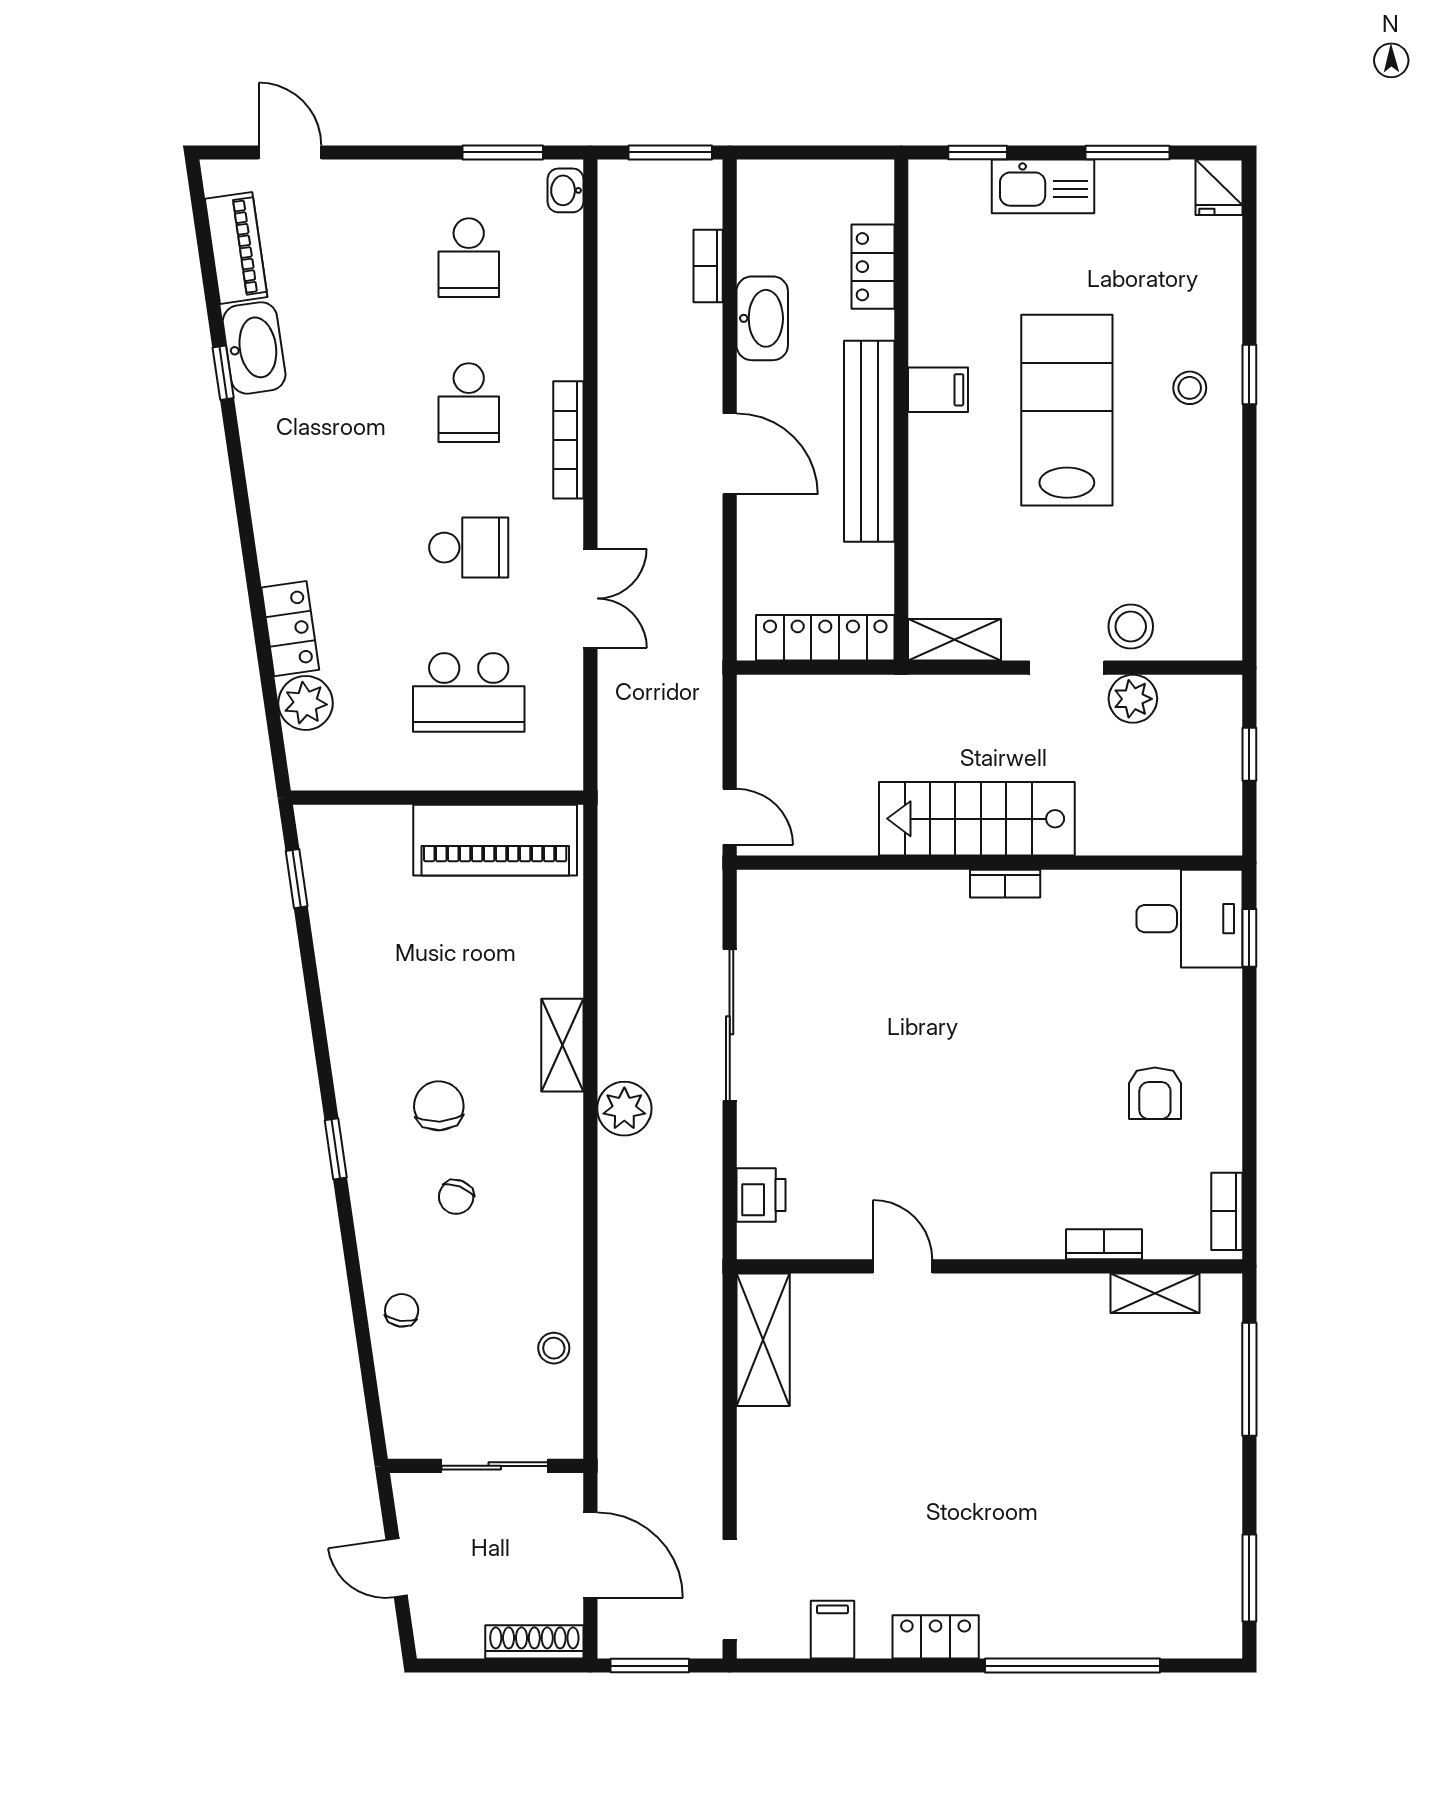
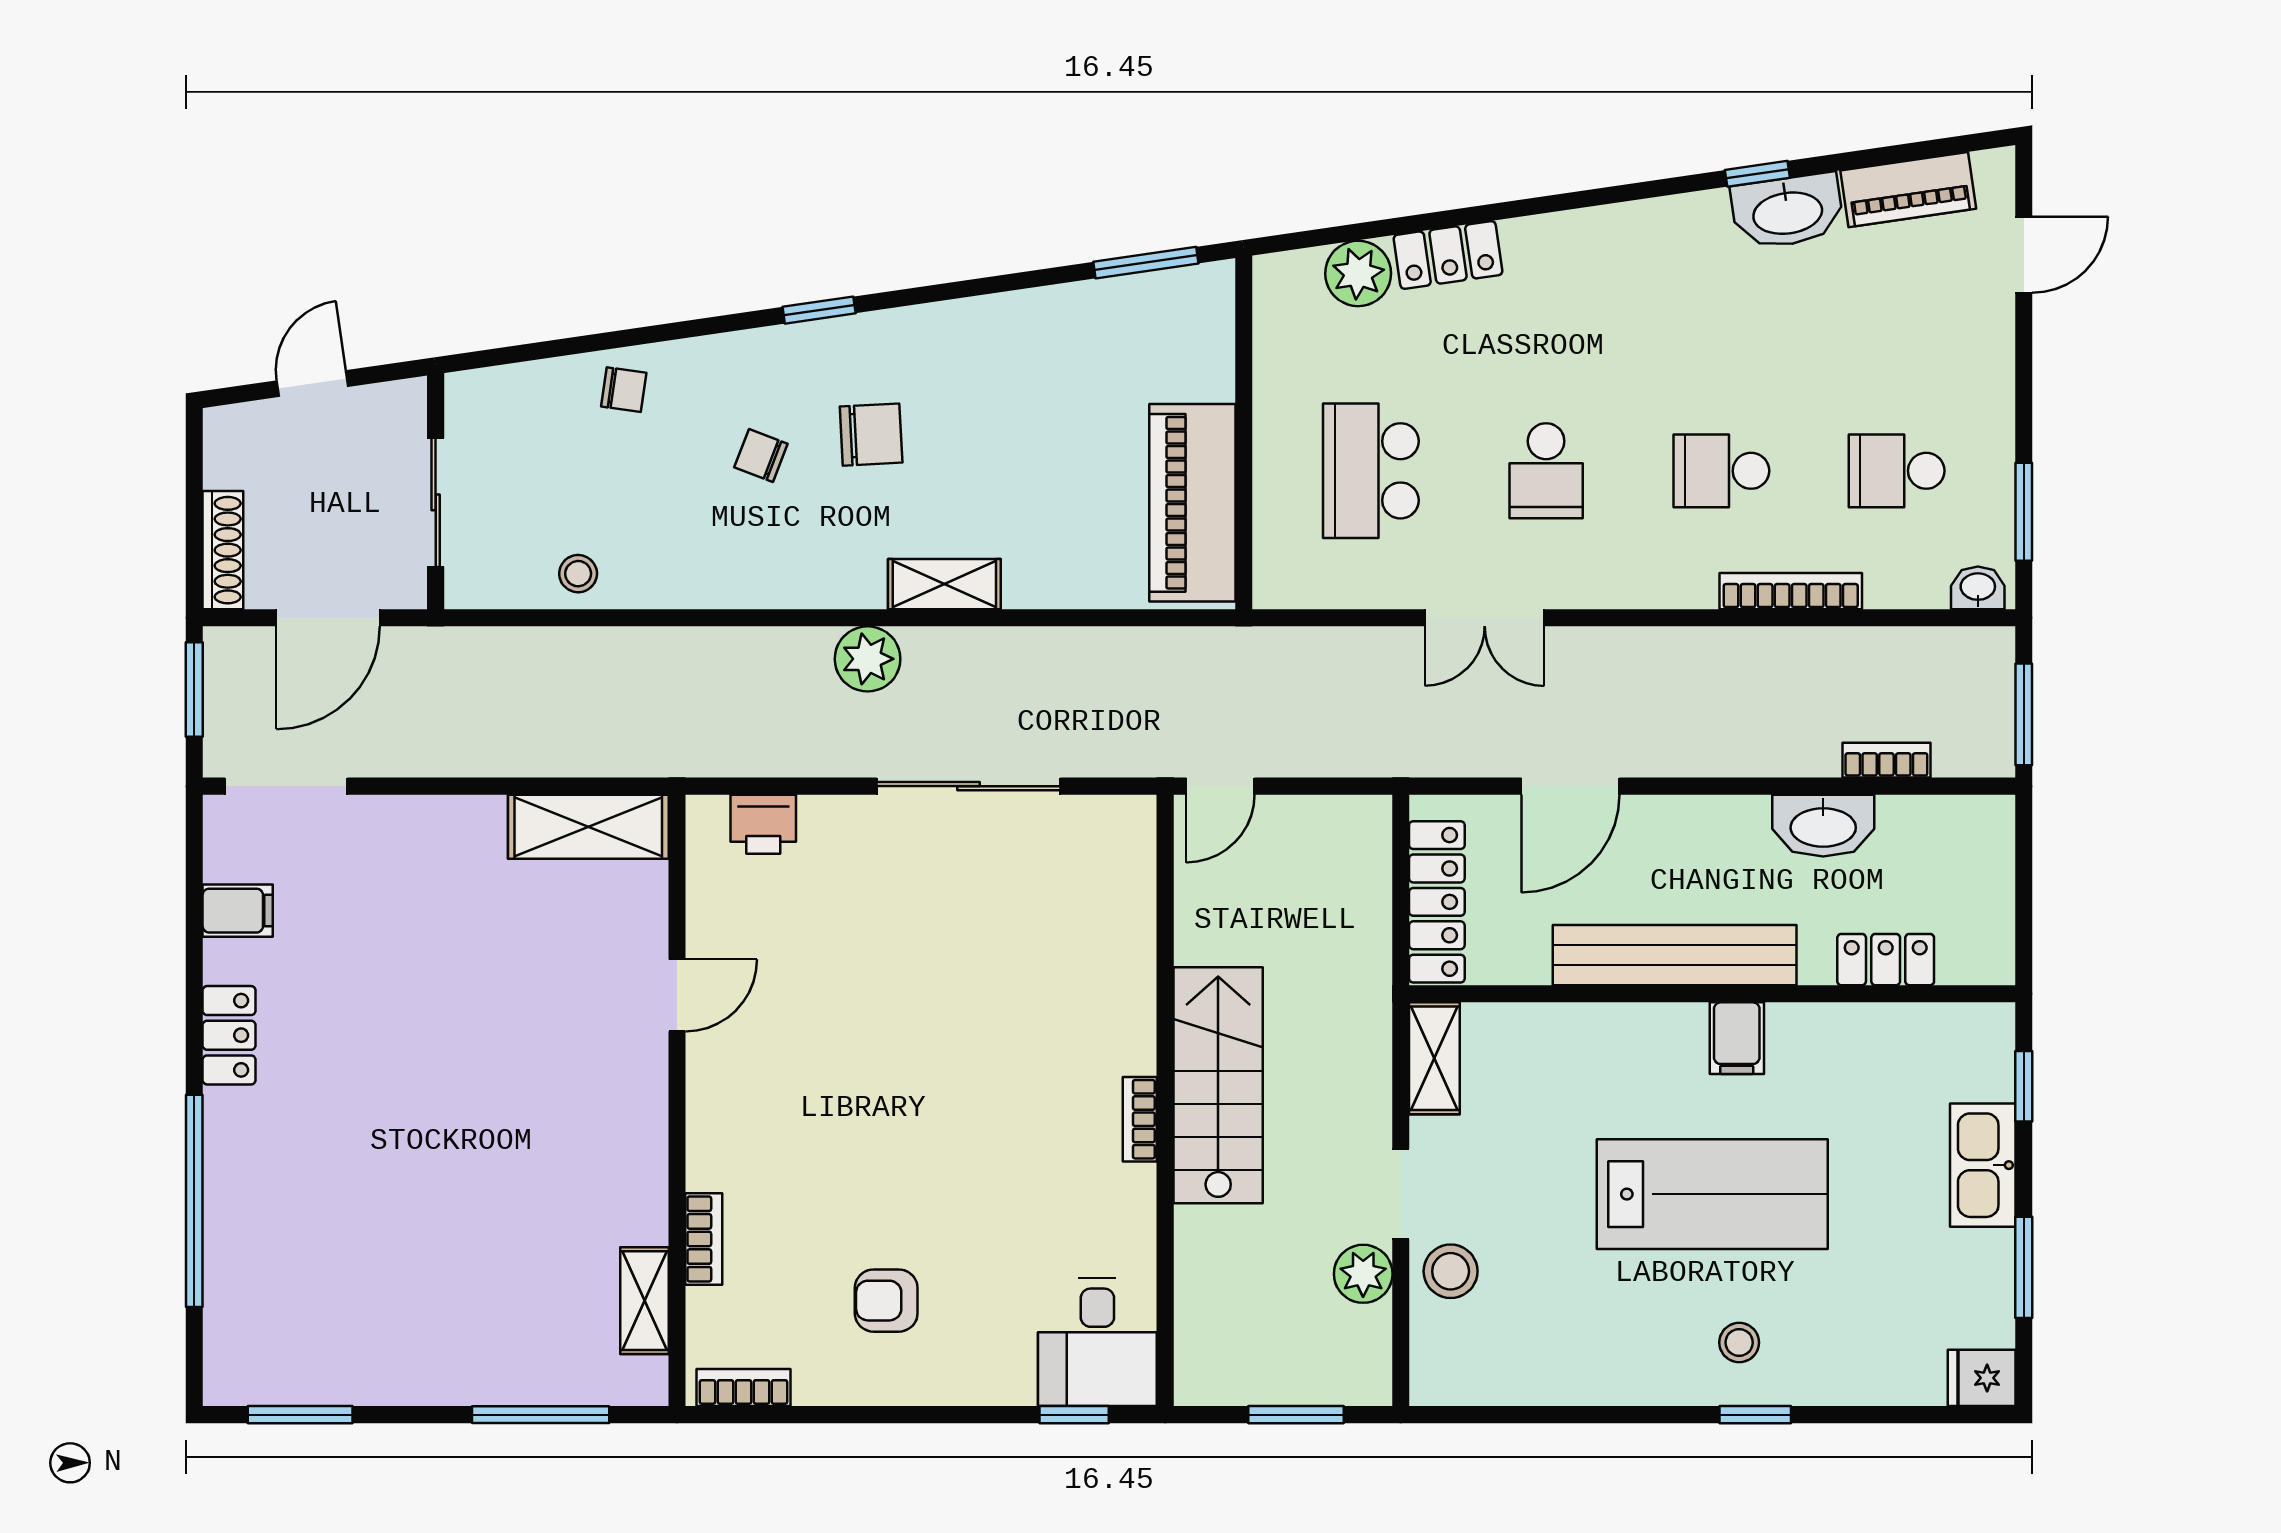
bookcase: (568, 440) -> (1791, 591), moved
door: (730, 454) -> (1570, 786), moved
window: (1249, 754) -> (1296, 1415), width x1.50
window: (297, 879) -> (1146, 263), width x1.50

